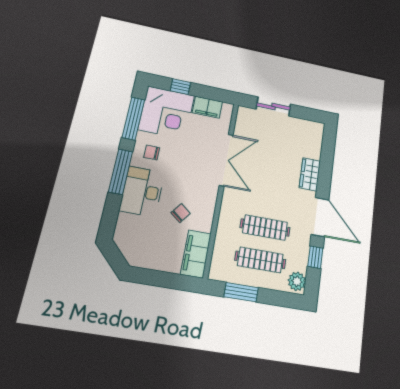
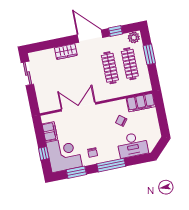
sliding door: (273, 107) -> (27, 73), moved
window: (133, 118) -> (76, 172), width x0.69
desk: (142, 191) -> (133, 145), moved
door: (320, 217) -> (90, 36), hinge flipped
window: (241, 292) -> (149, 54), moved

